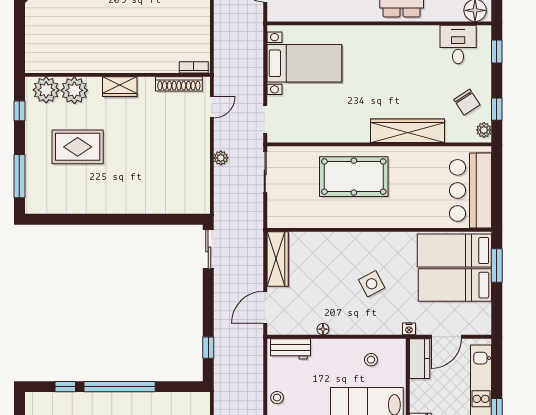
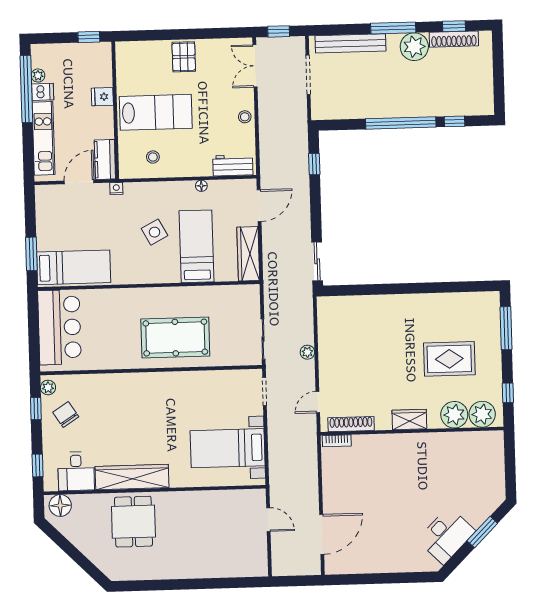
wardrobe: (408, 131) -> (132, 477), moved, turned 180
bed: (455, 285) -> (197, 246), moved, turned -90

